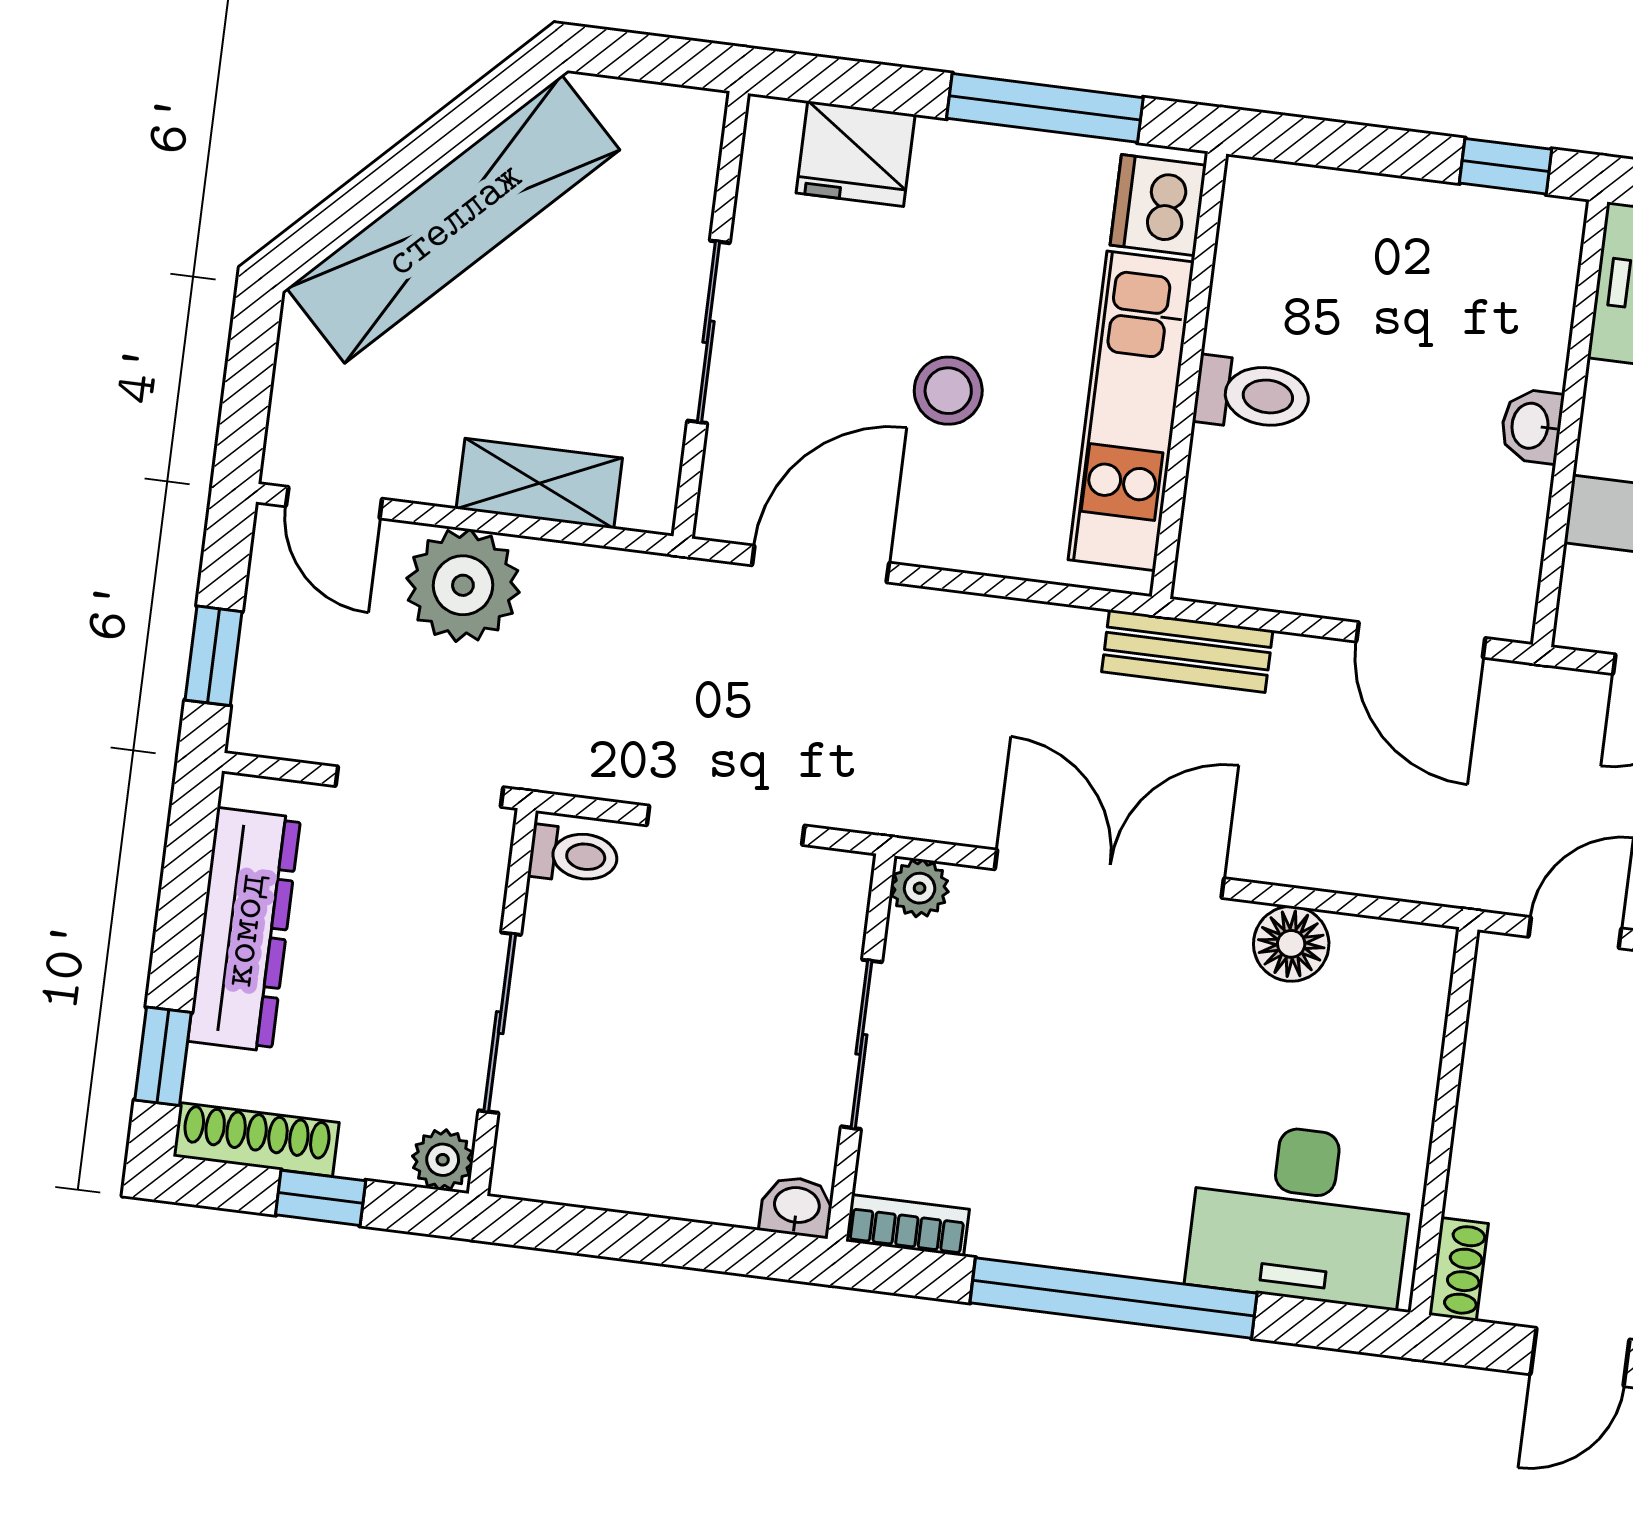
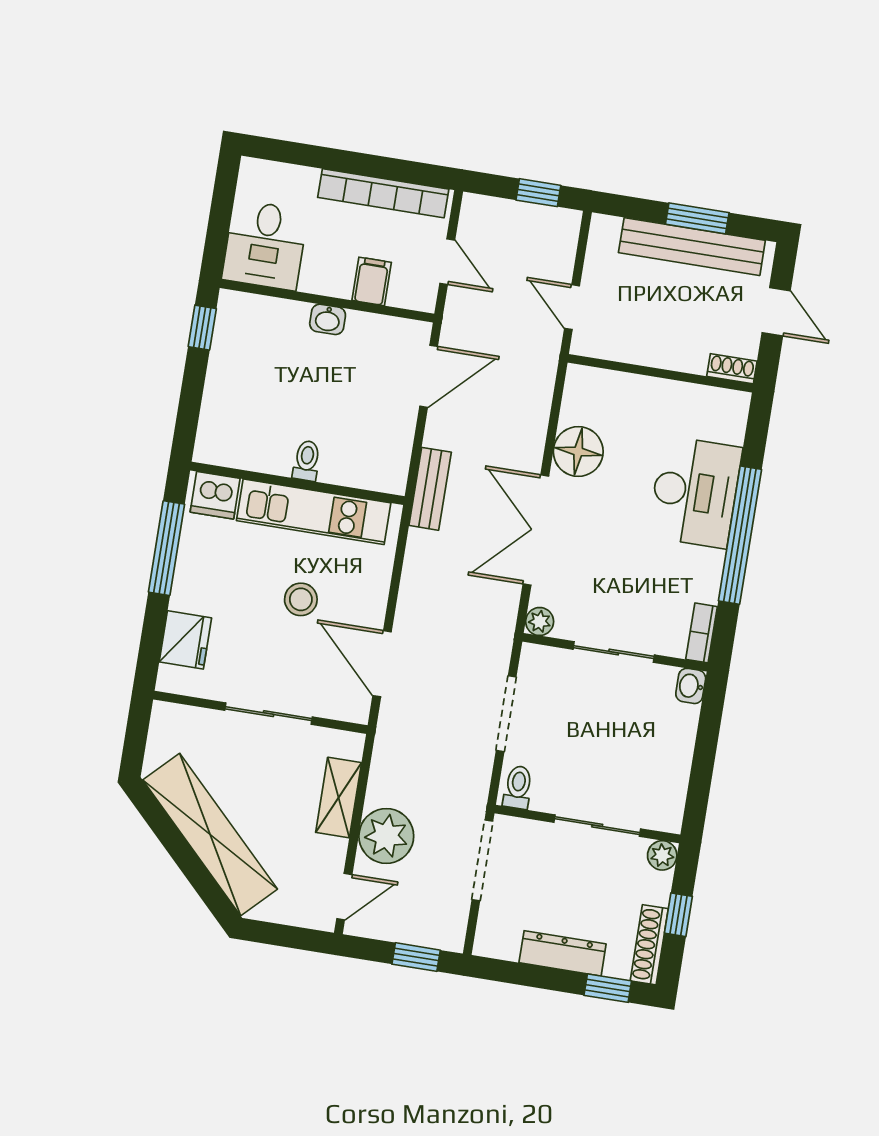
toilet: (1252, 395) -> (307, 461), width x0.73, depth x0.72
dresser: (244, 930) -> (563, 953), width x0.73, depth x0.80
floor lamp: (1291, 944) -> (578, 452), width x1.38, depth x1.38
desk: (1301, 1214) -> (695, 492), moved

